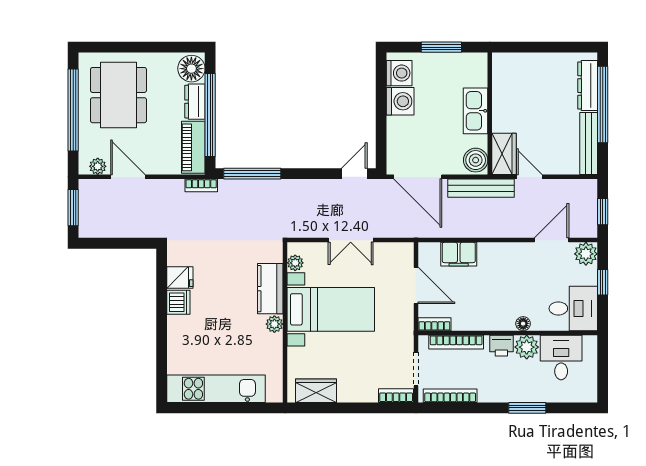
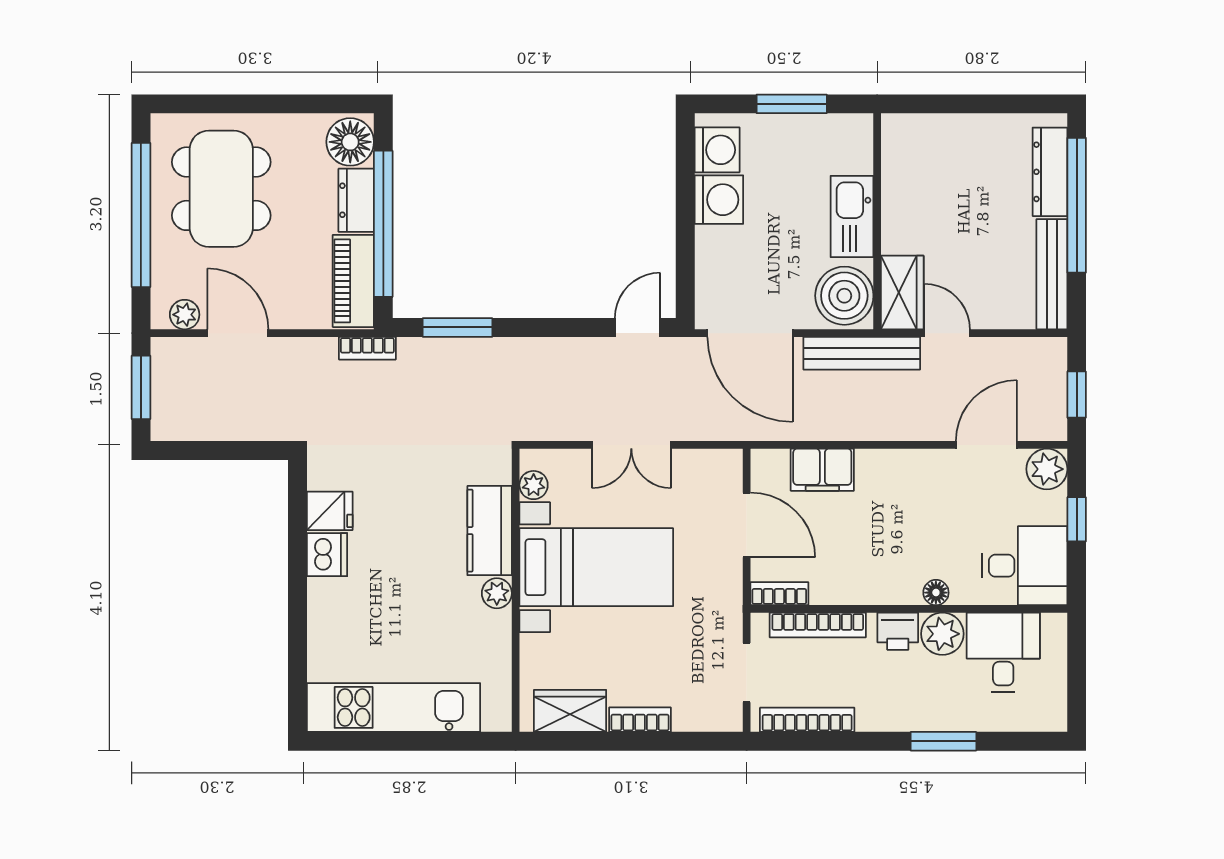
boiler: (476, 160) -> (844, 296), width x1.37, depth x1.37
window: (252, 174) -> (457, 327), width x0.69
bookcase: (396, 396) -> (640, 720), moved

